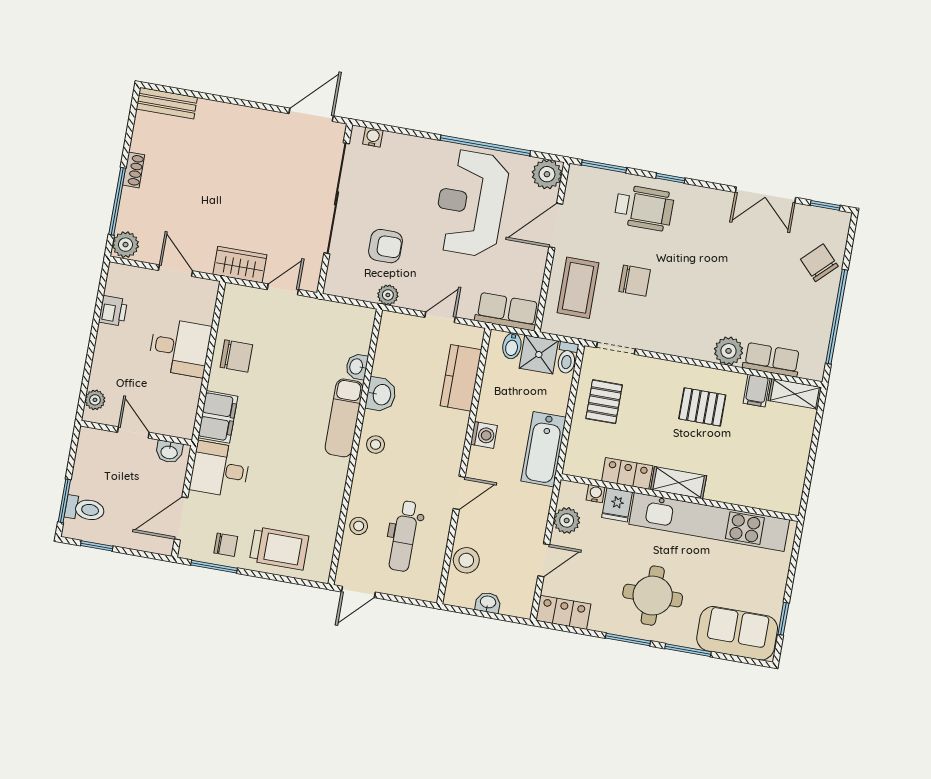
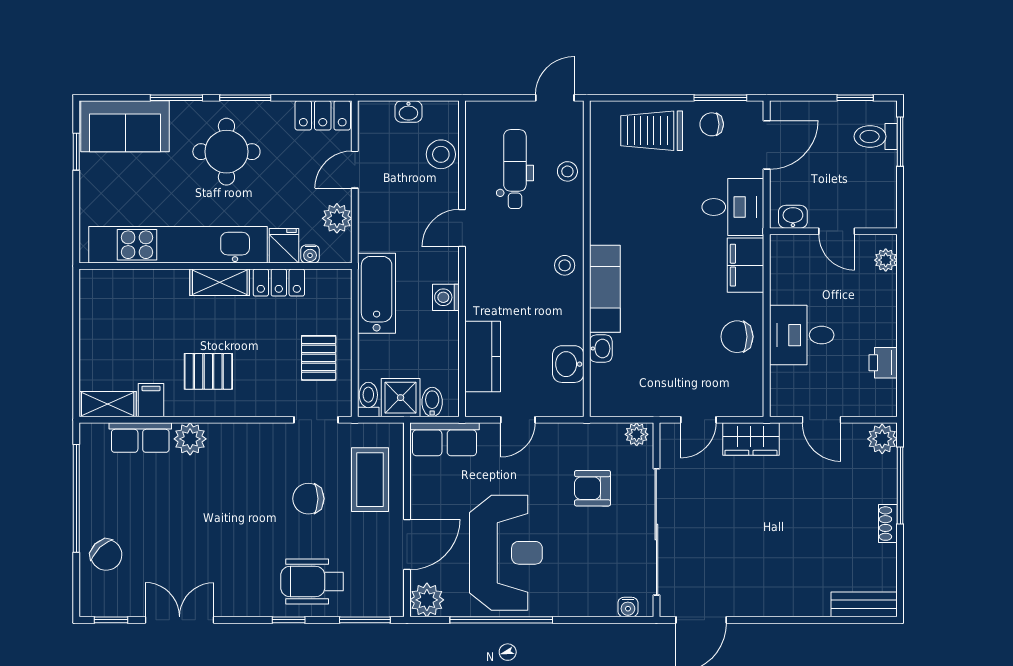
plant: (388, 295) -> (637, 434), moved
washbasin: (381, 395) -> (568, 364), moved

